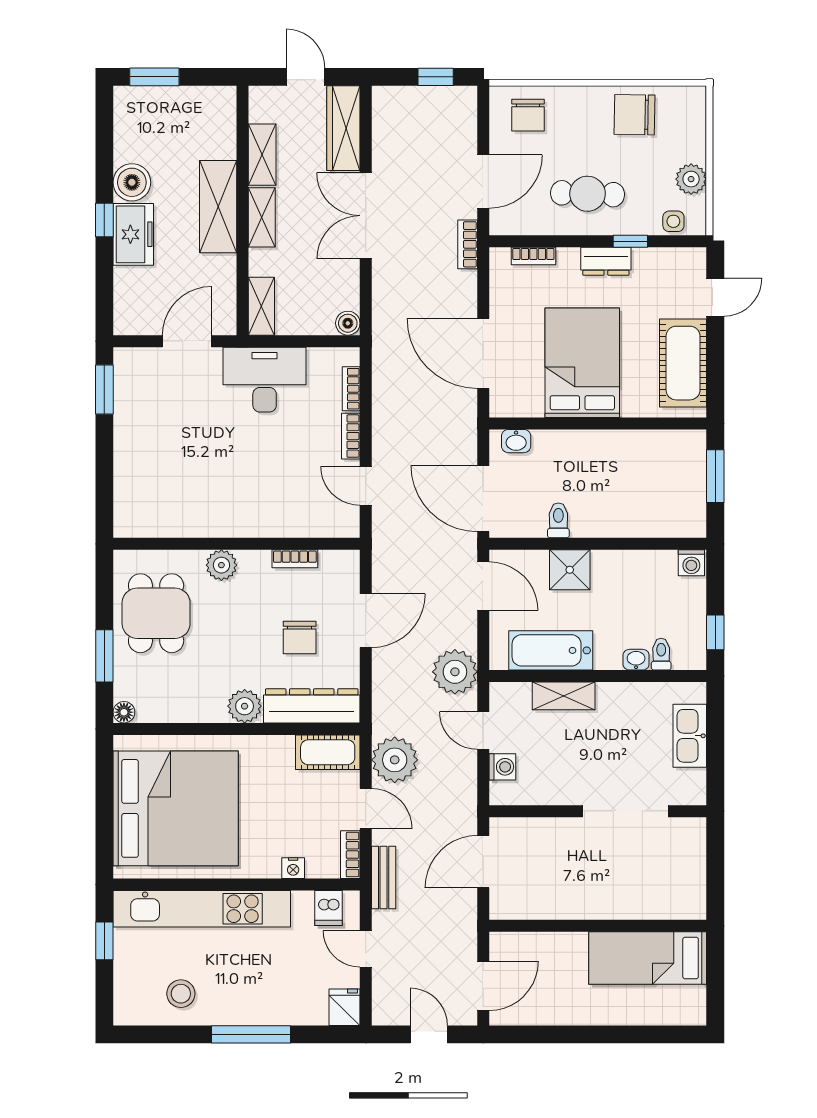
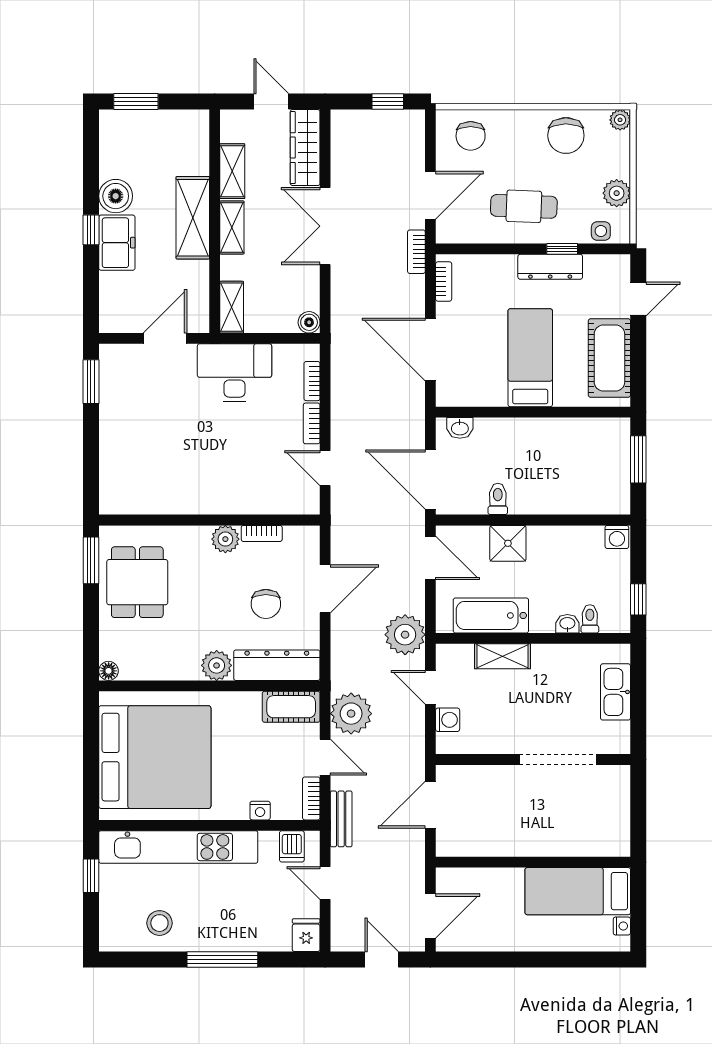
plant: (695, 97) -> (620, 120), added
chair: (634, 115) -> (566, 135), turned -91
bookcase: (533, 256) -> (444, 281), moved, turned -90
dresser: (606, 261) -> (550, 267), width x1.44
bed: (582, 363) -> (530, 358), width x0.67
plant: (221, 565) -> (225, 539), moved
window: (104, 656) -> (91, 560), moved
nightstand: (697, 997) -> (622, 926), added

